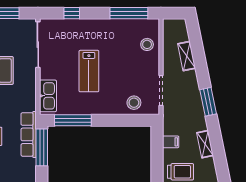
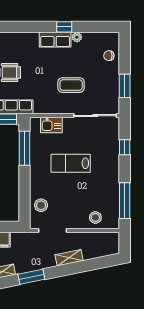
shelving: (187, 56) -> (69, 258), moved
kitchen sink: (48, 96) -> (51, 125), width x0.73
window: (208, 102) -> (31, 277), moved

